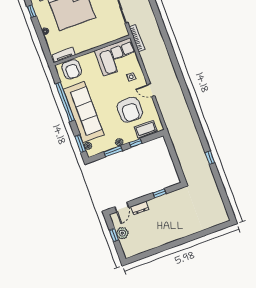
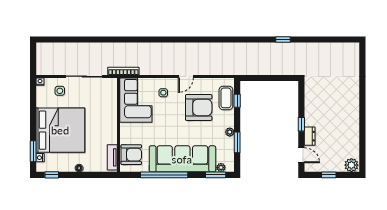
window: (136, 143) -> (237, 101), moved
window: (160, 193) -> (301, 124), moved
plant: (122, 233) -> (351, 165), moved

